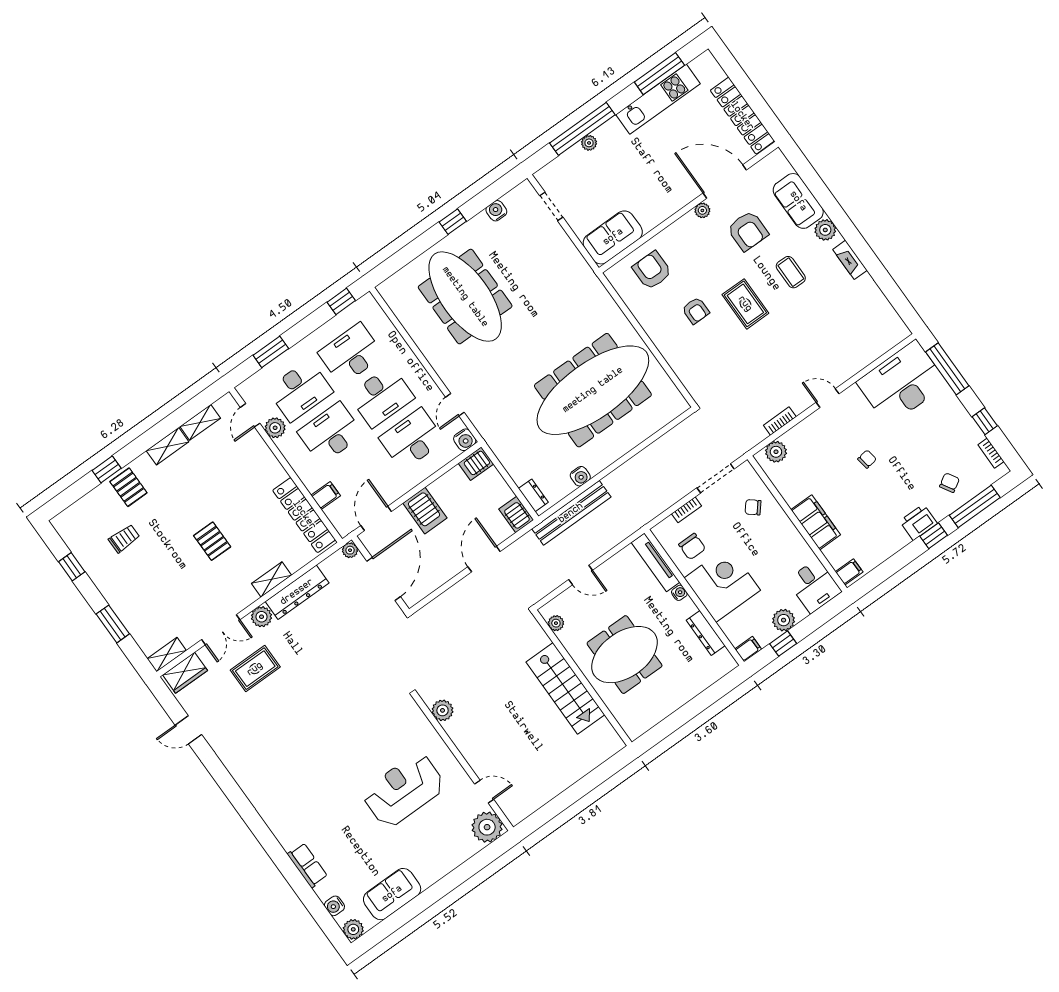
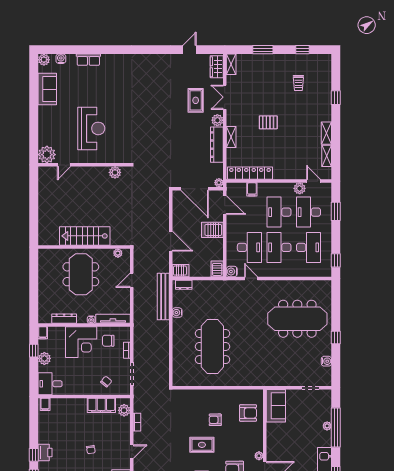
meeting table: (593, 390) -> (212, 347), width x0.73, depth x0.79
desk: (330, 433) -> (279, 212), turned 180
pallet: (128, 487) -> (320, 102), removed
filing cabinet: (816, 522) -> (101, 405), moved

